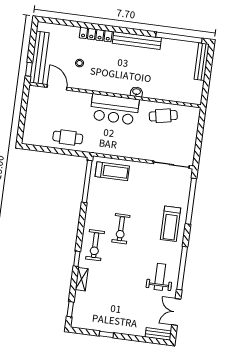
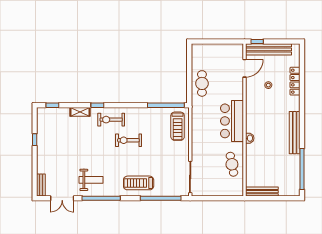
locker: (96, 35) -> (295, 81), moved
bench: (202, 62) -> (262, 192), moved
double door: (176, 312) -> (62, 198), swing flipped

